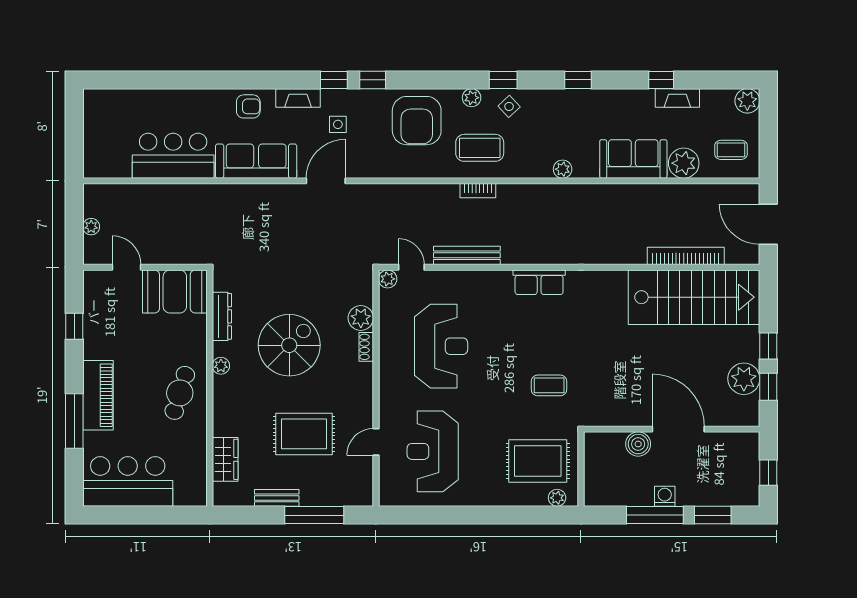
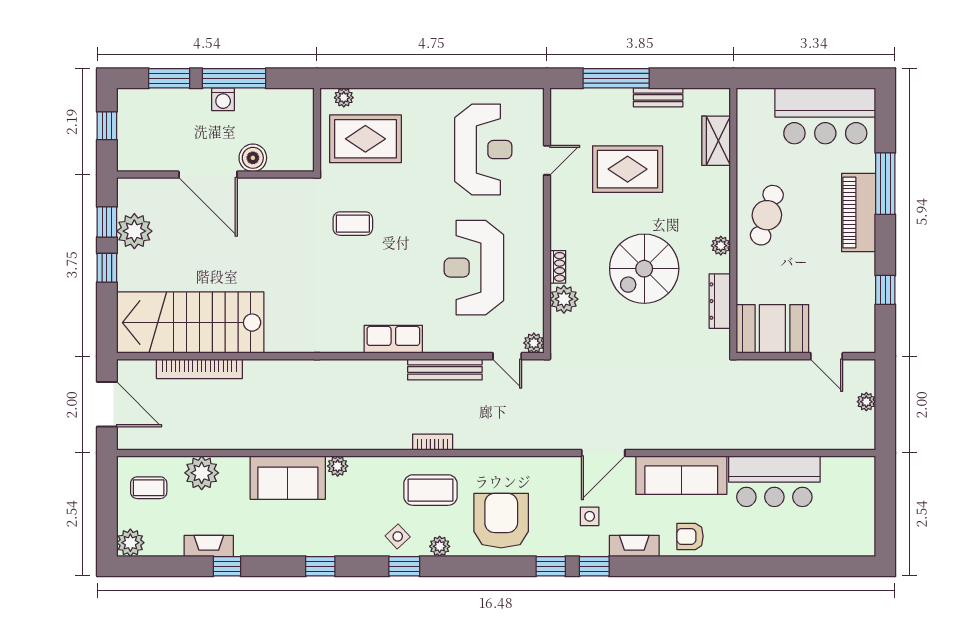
sofa: (633, 159) -> (288, 478), moved
row of seats: (539, 282) -> (393, 339), moved

